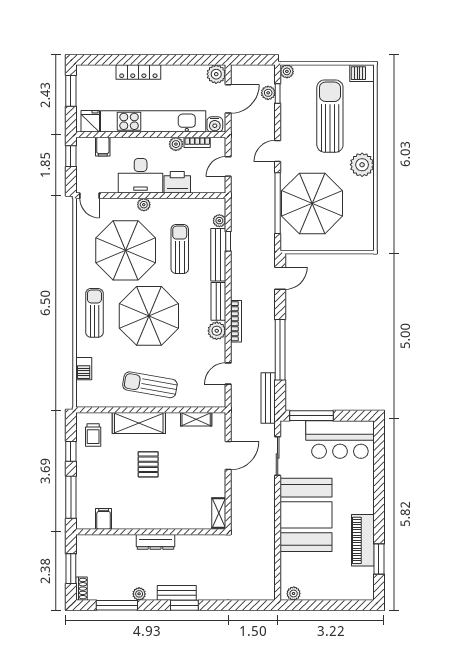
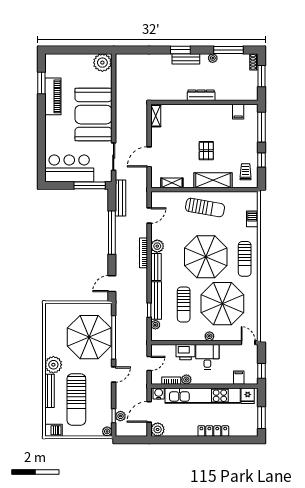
bench: (368, 128) -> (49, 391), added
desk: (141, 176) -> (207, 357), width x0.73
plant: (294, 593) -> (102, 63), width x1.87, depth x1.87

